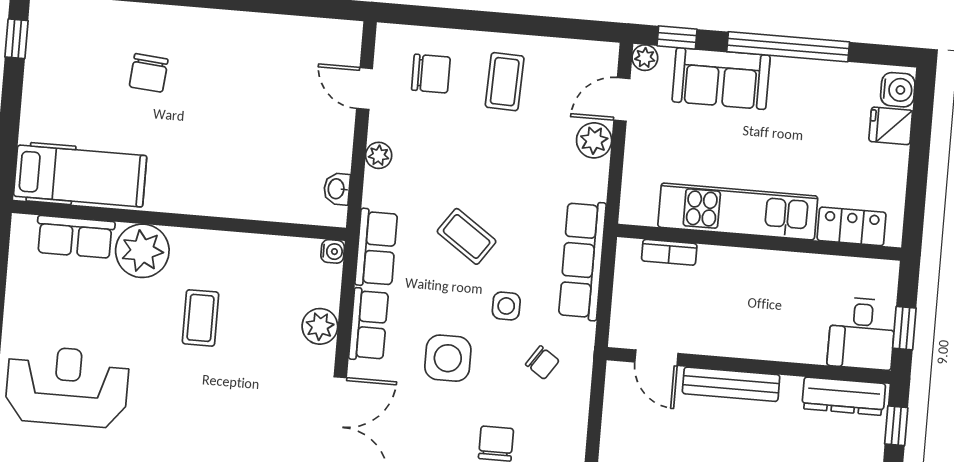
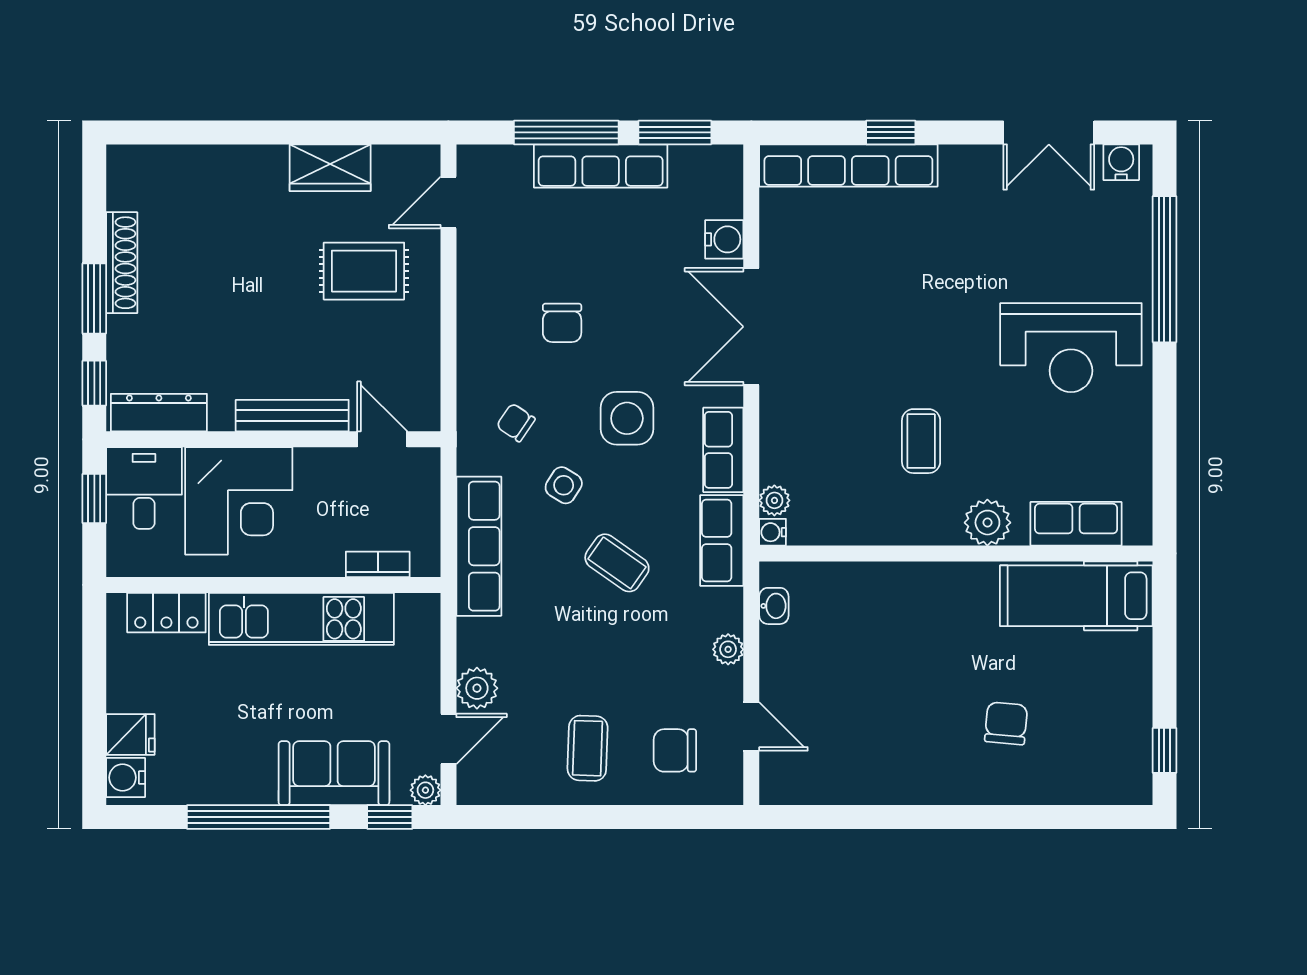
plant: (142, 251) -> (987, 523), width x0.73, depth x0.73
side table: (506, 306) -> (564, 485), turned 32
corner desk: (782, 316) -> (239, 501), added
plant: (320, 326) -> (774, 500), moved, width x0.73, depth x0.73

